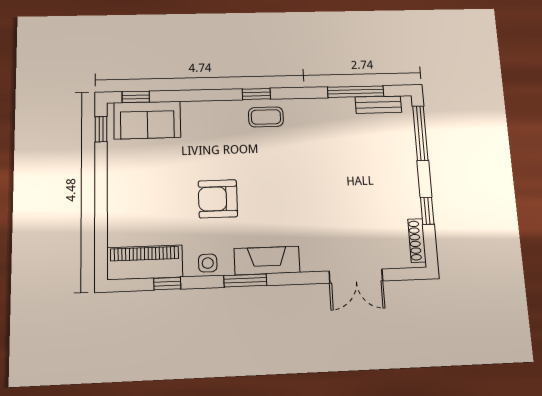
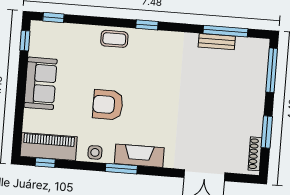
bench: (378, 105) -> (217, 42), moved
coffee table: (266, 117) -> (114, 39), moved
sofa: (147, 120) -> (41, 83), moved, turned -90
window: (427, 211) -> (267, 132), width x1.50
window: (167, 284) -> (45, 163), moved

